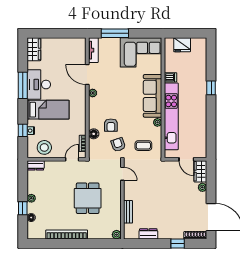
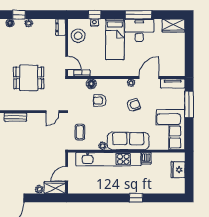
armchair: (118, 145) -> (133, 105), moved

